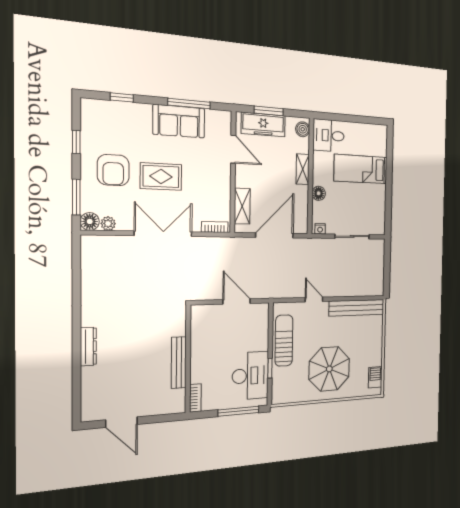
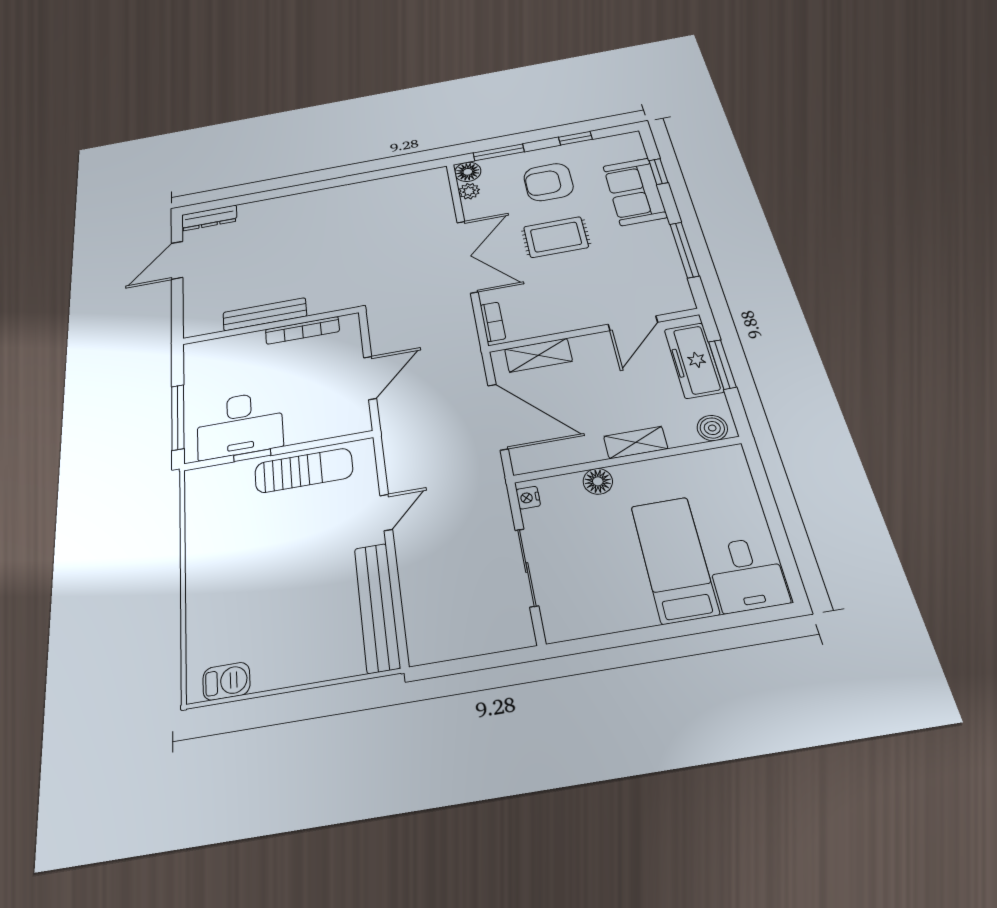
sofa: (179, 121) -> (635, 192), moved
desk: (329, 135) -> (747, 574), moved, turned 180
rug: (161, 176) -> (556, 237), turned 90
dresser: (88, 346) -> (209, 218), moved
parasol: (329, 369) -> (248, 570), removed
bookcase: (195, 398) -> (302, 330), moved, width x1.56

